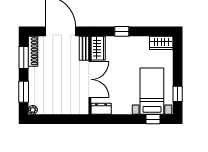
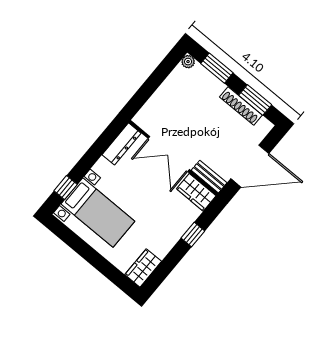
shoe rack: (33, 51) -> (241, 106), moved
window: (178, 94) -> (71, 239), removed
dresser: (101, 109) -> (121, 144), width x1.44

